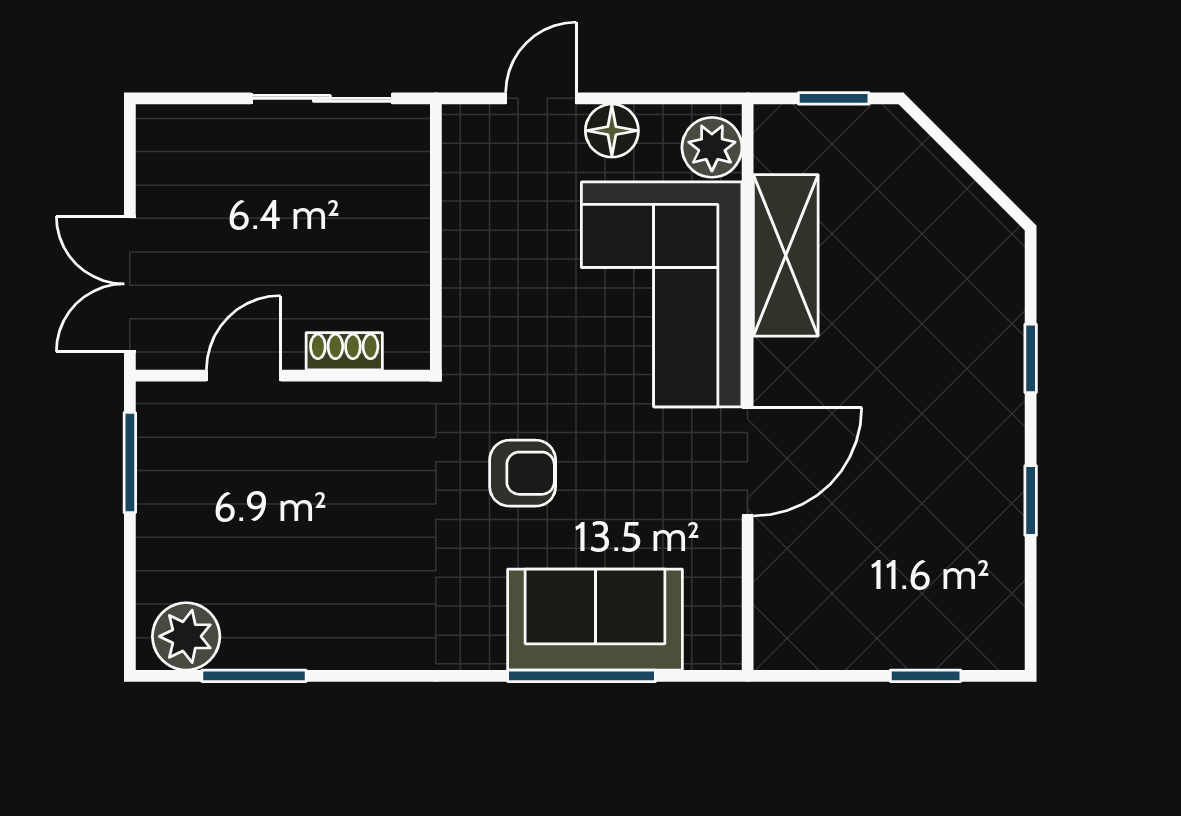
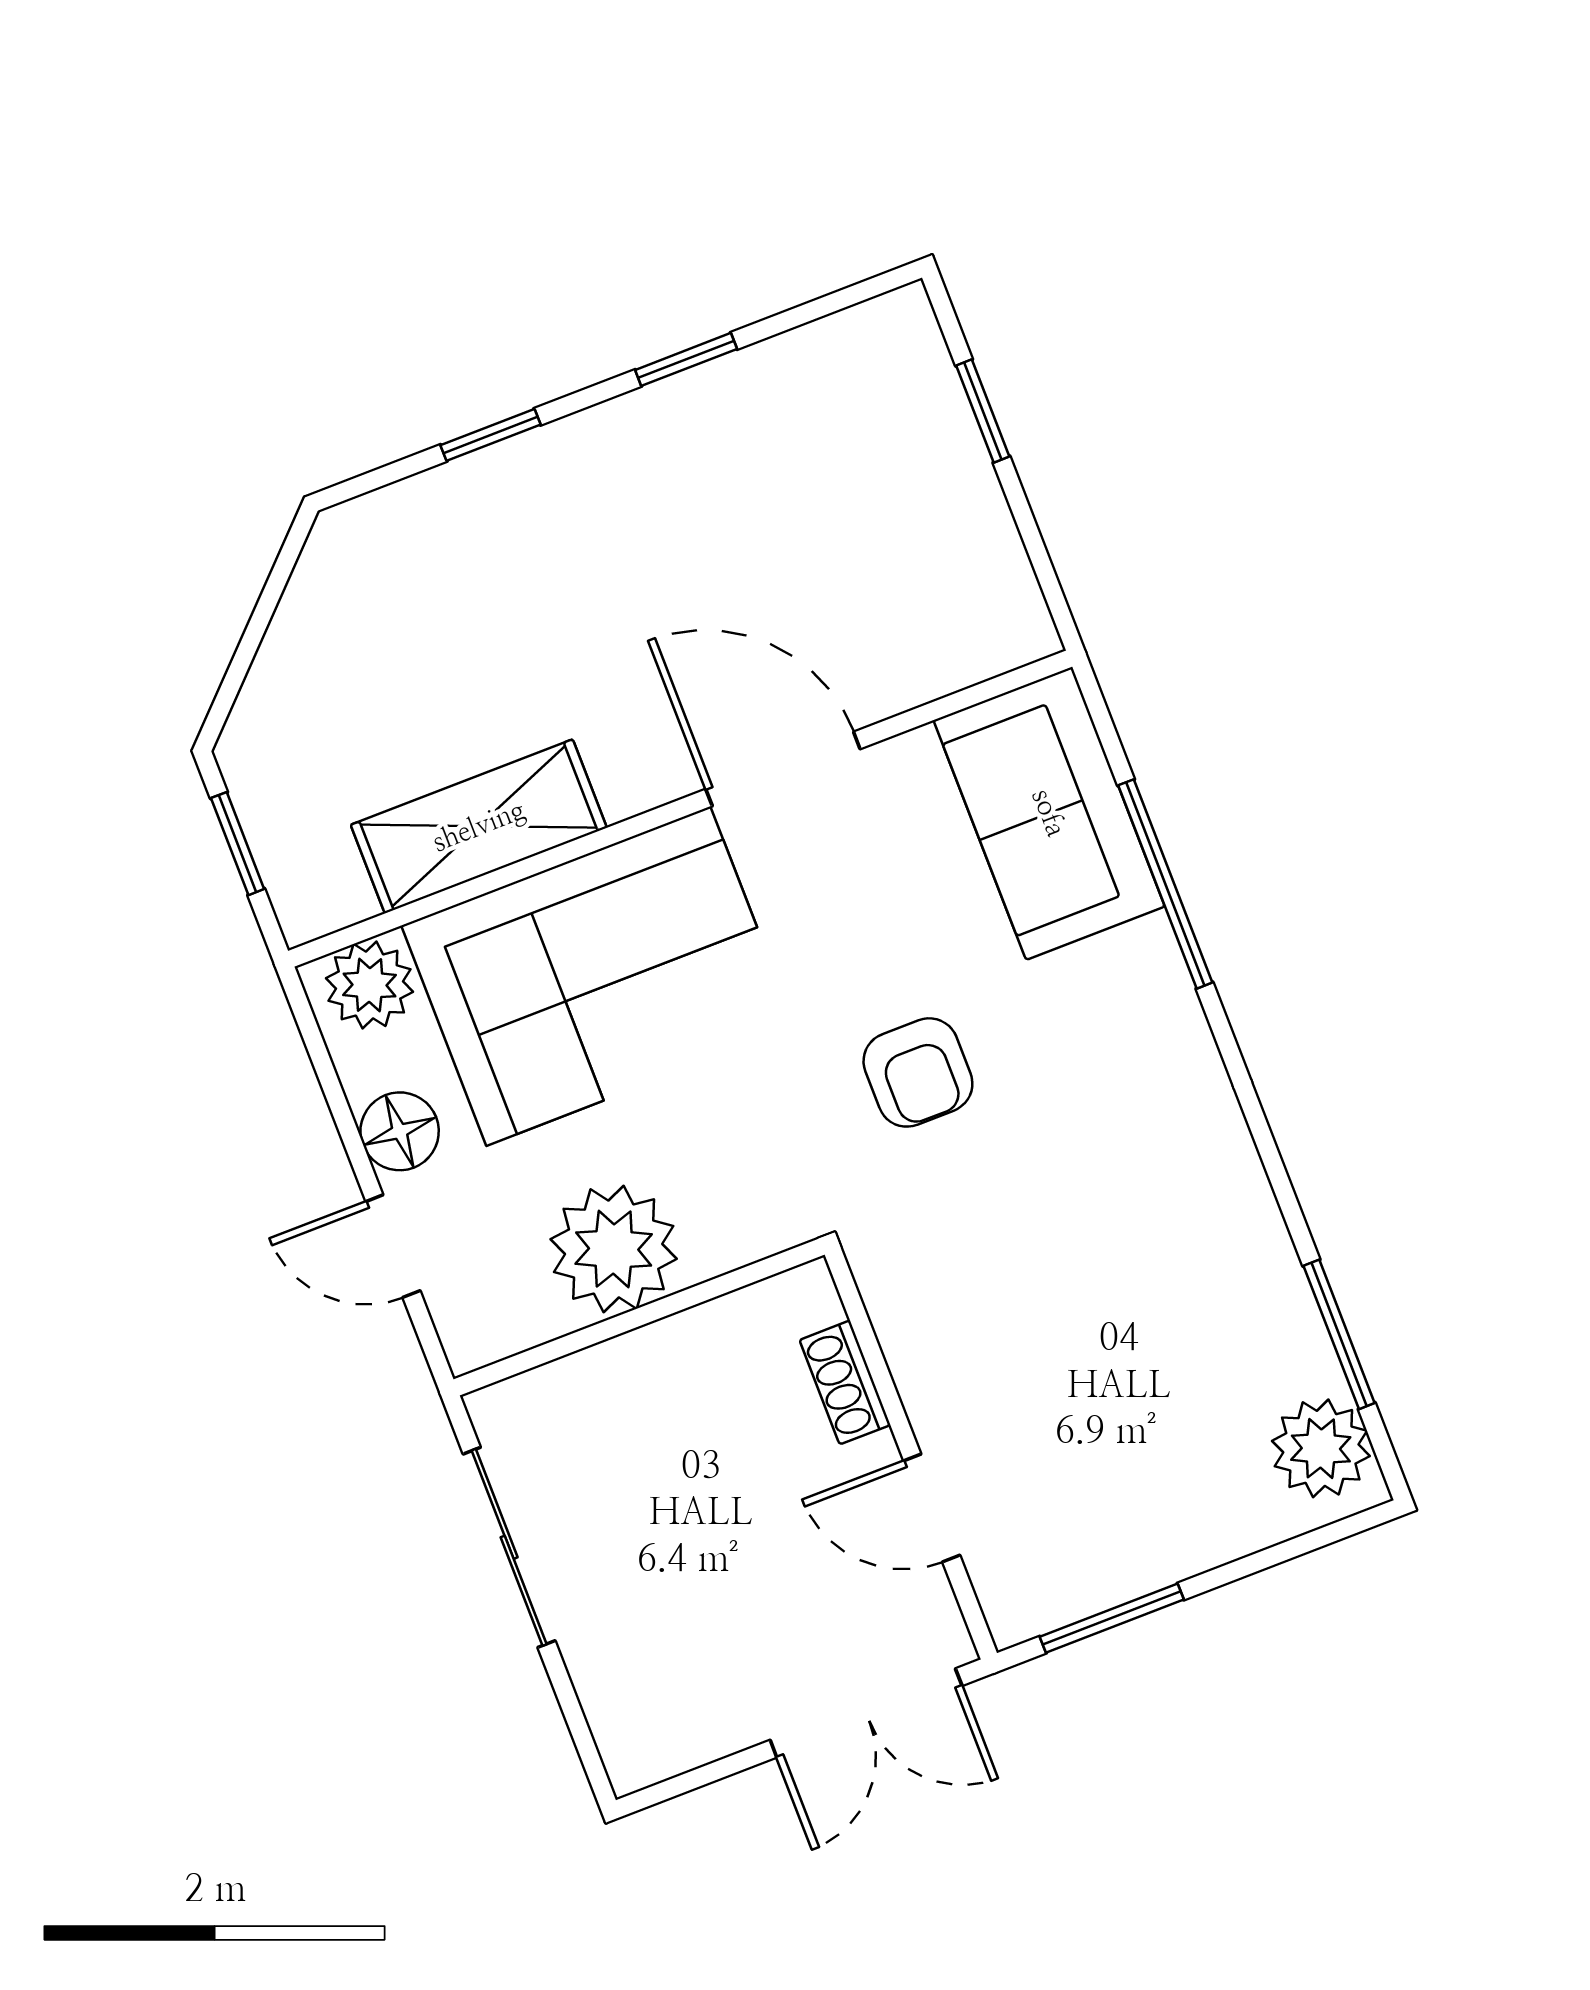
plant: (485, 237) -> (614, 1249), added
armchair: (523, 473) -> (918, 1072), turned 180
sofa: (595, 620) -> (1049, 813), moved

